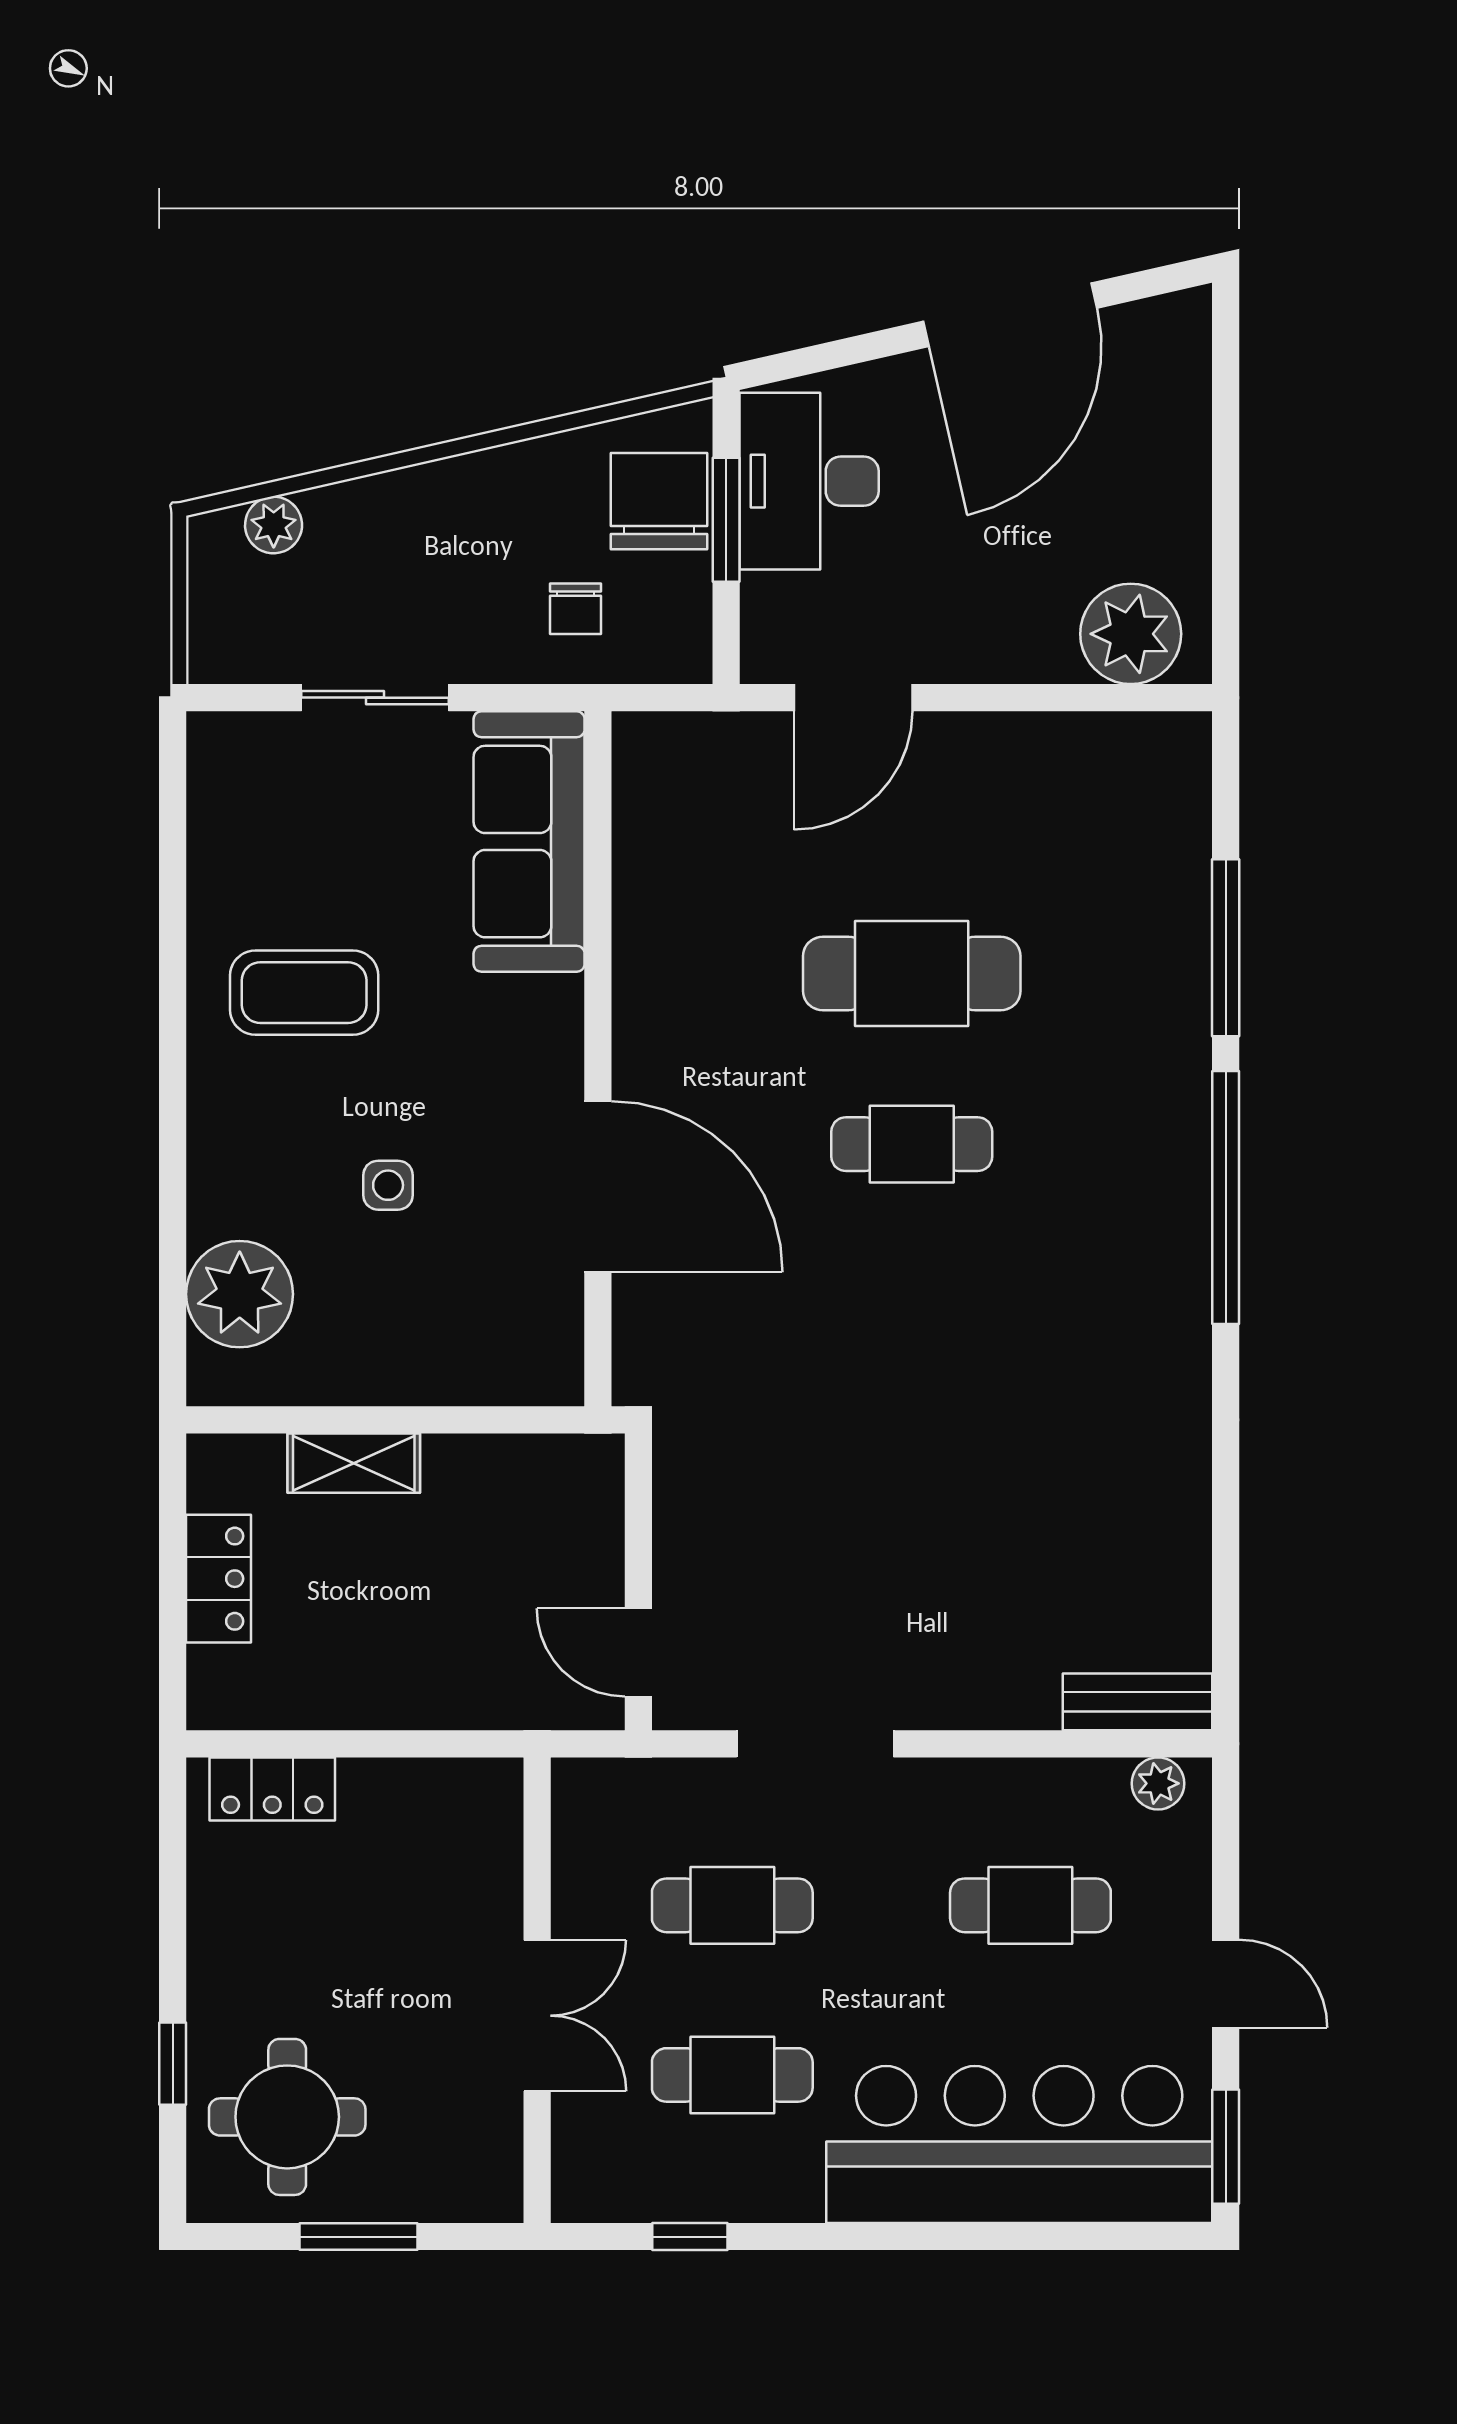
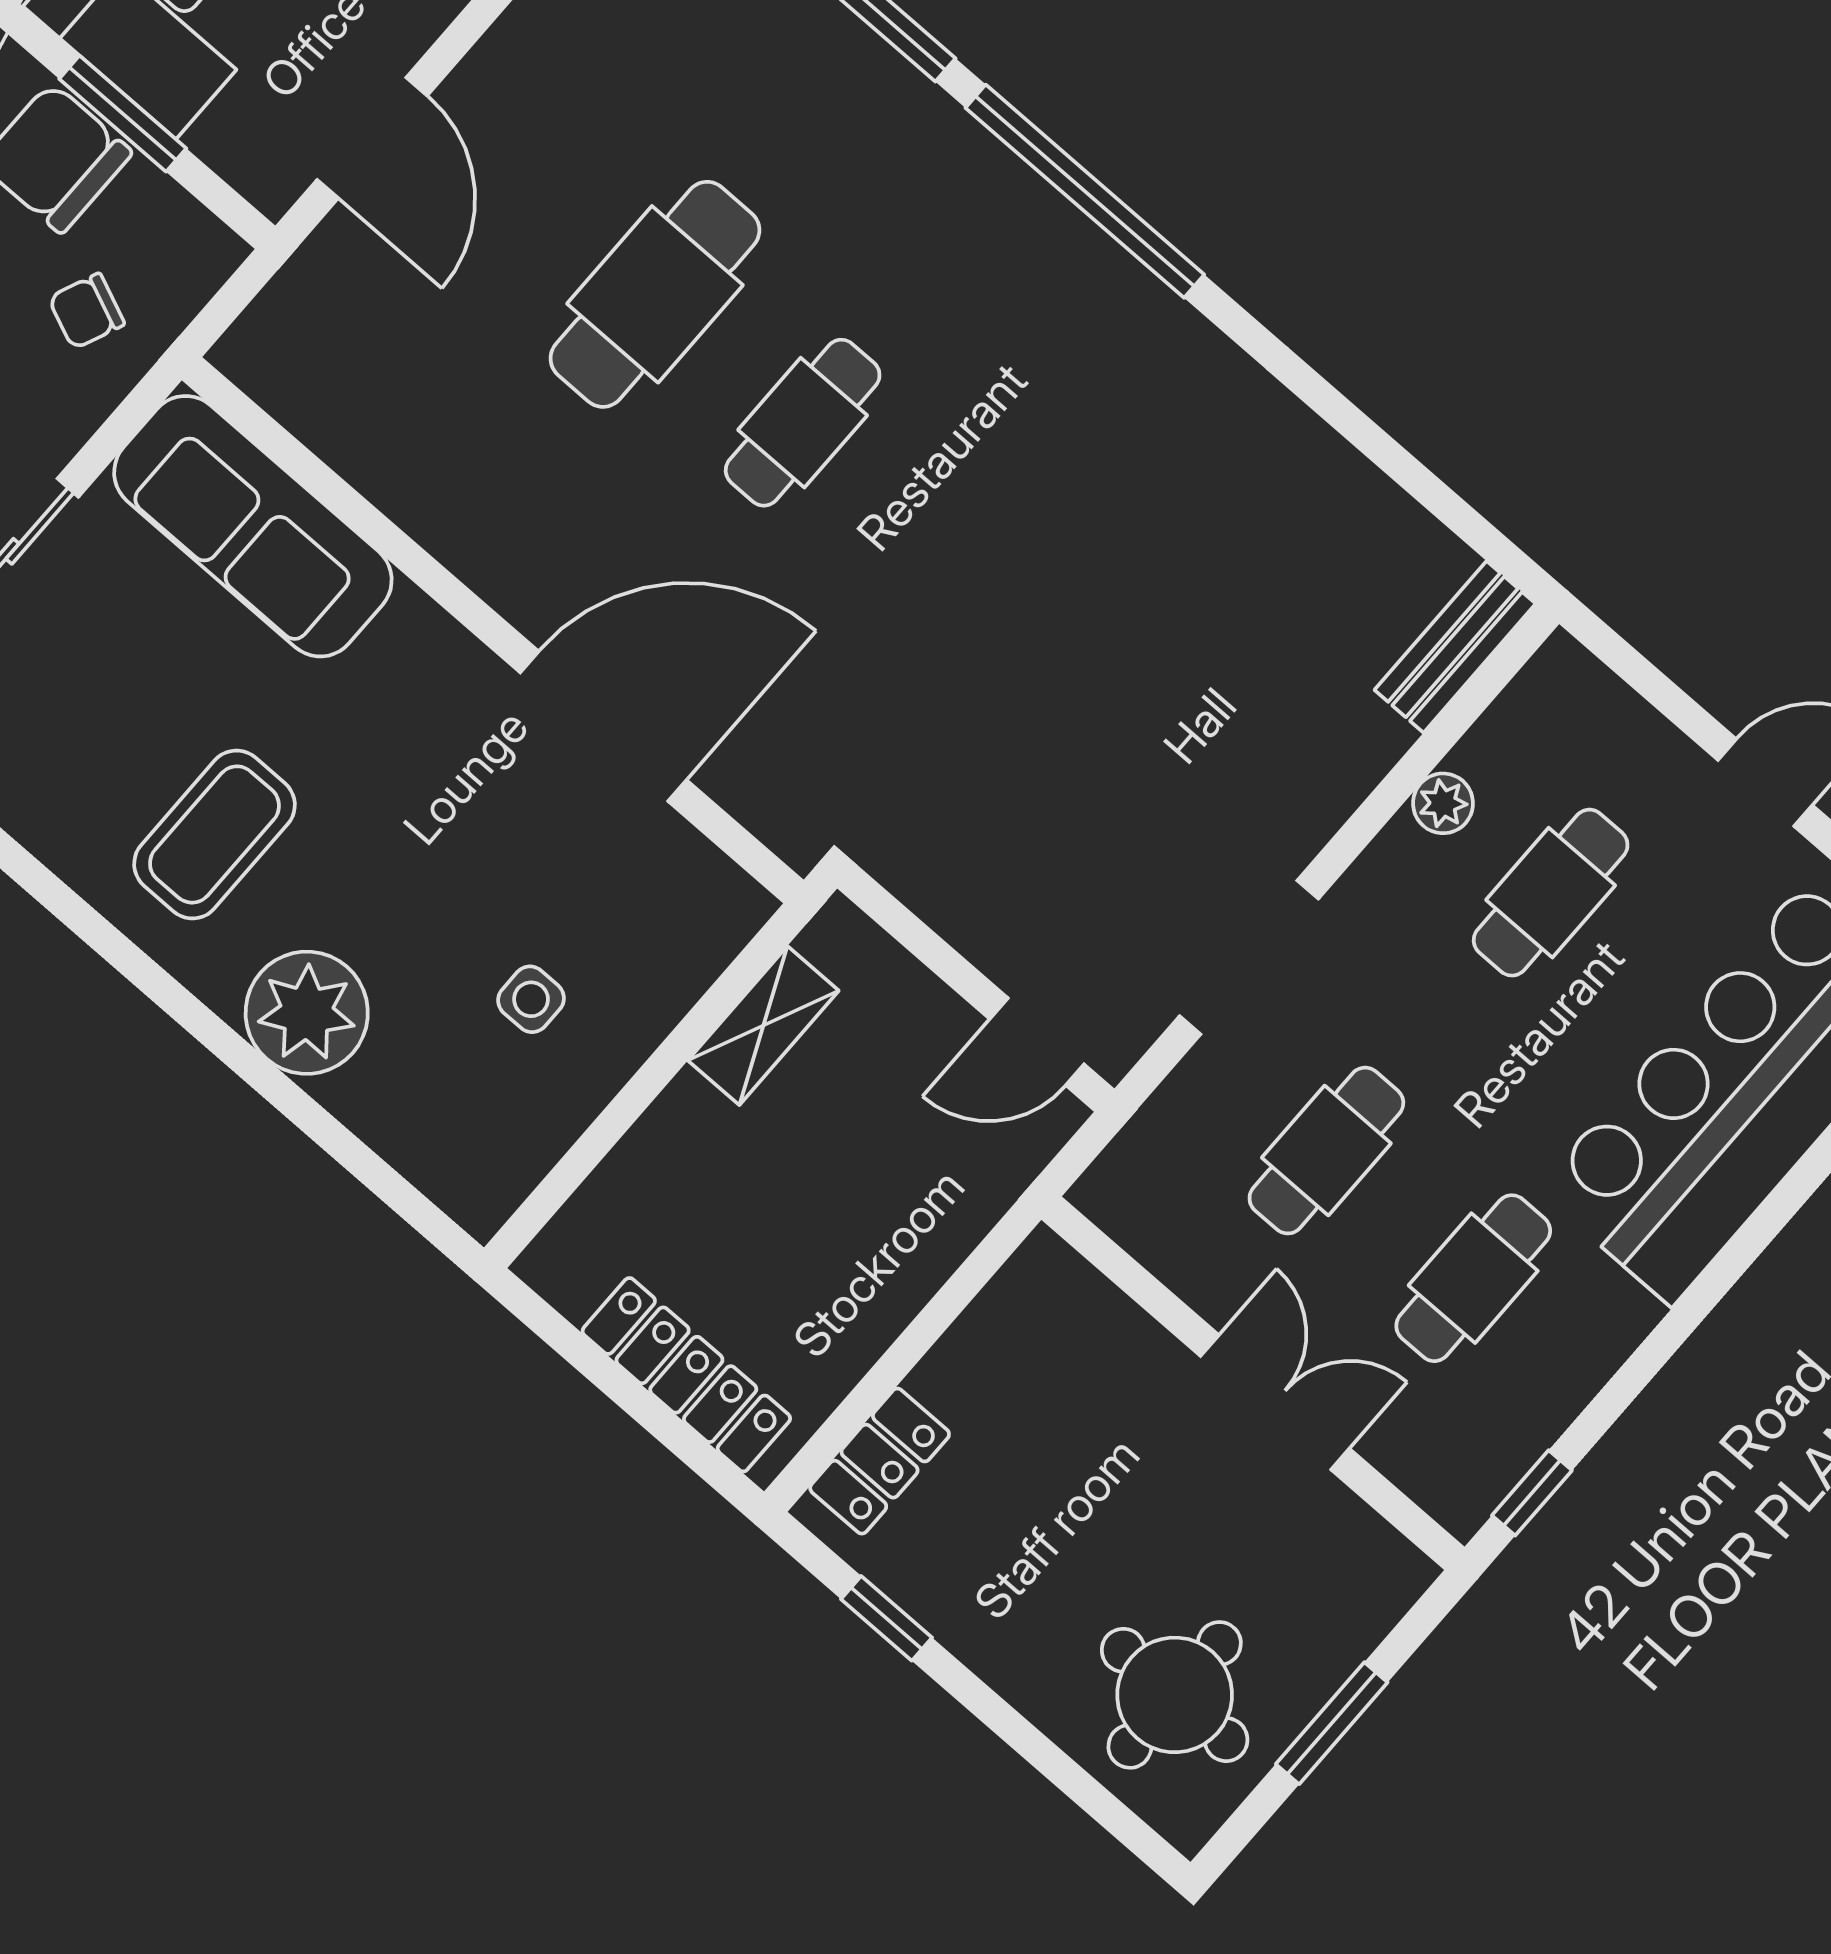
chair: (575, 609) -> (86, 311), turned 113
side table: (388, 1185) -> (531, 999), moved
plant: (240, 1294) -> (307, 1013), moved
shelving: (354, 1463) -> (763, 1025), moved
locker: (219, 1579) -> (686, 1375), width x1.53
plant: (1158, 1783) -> (1443, 803), moved
window: (173, 2064) -> (886, 1618), moved
window: (690, 2237) -> (1532, 1493), moved

